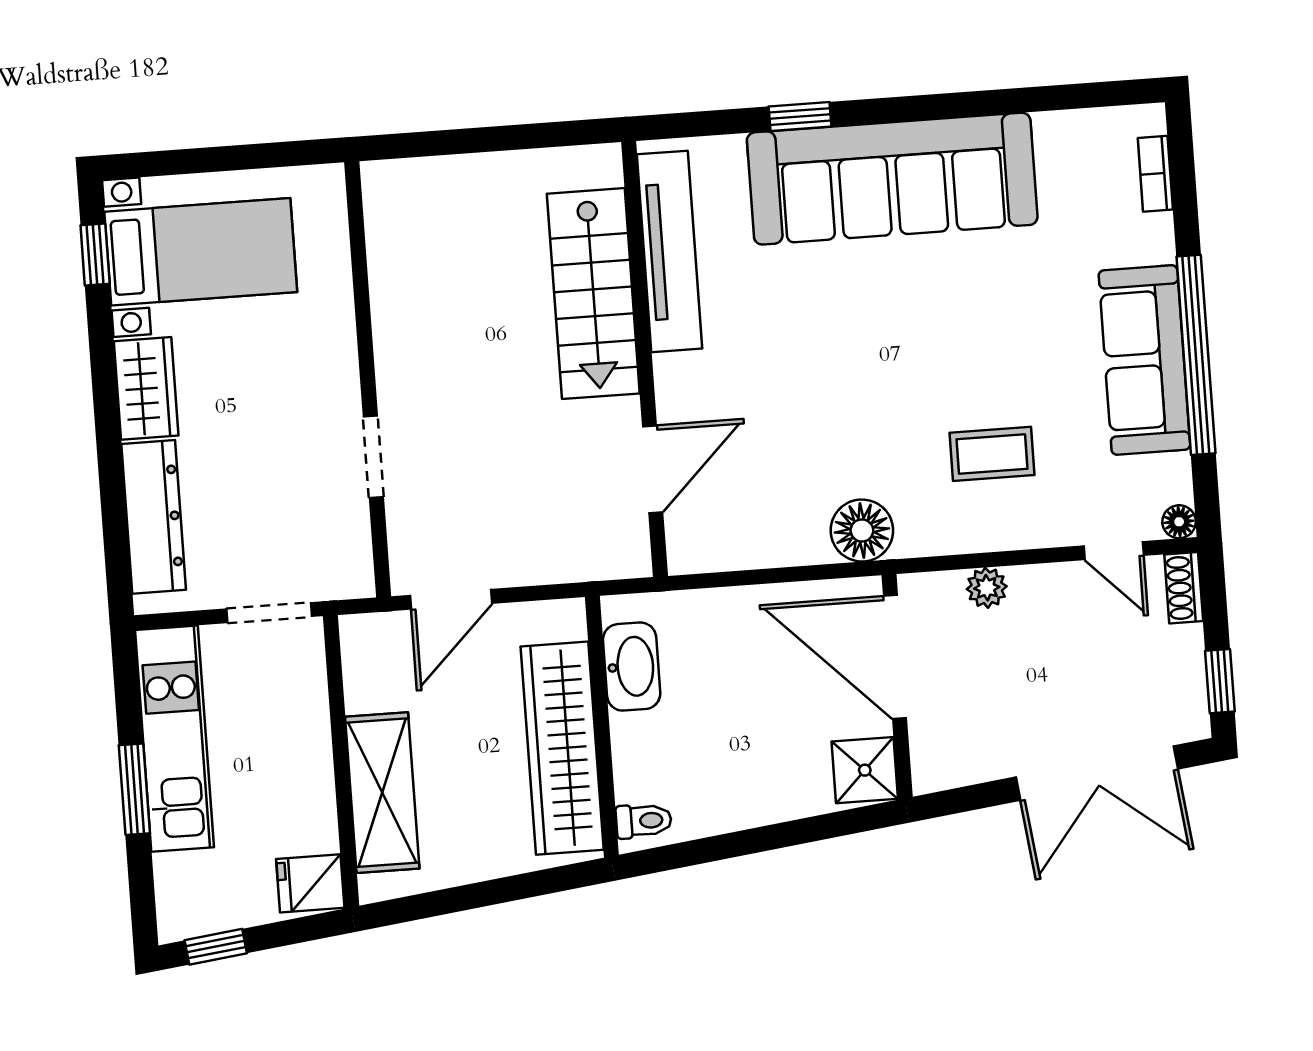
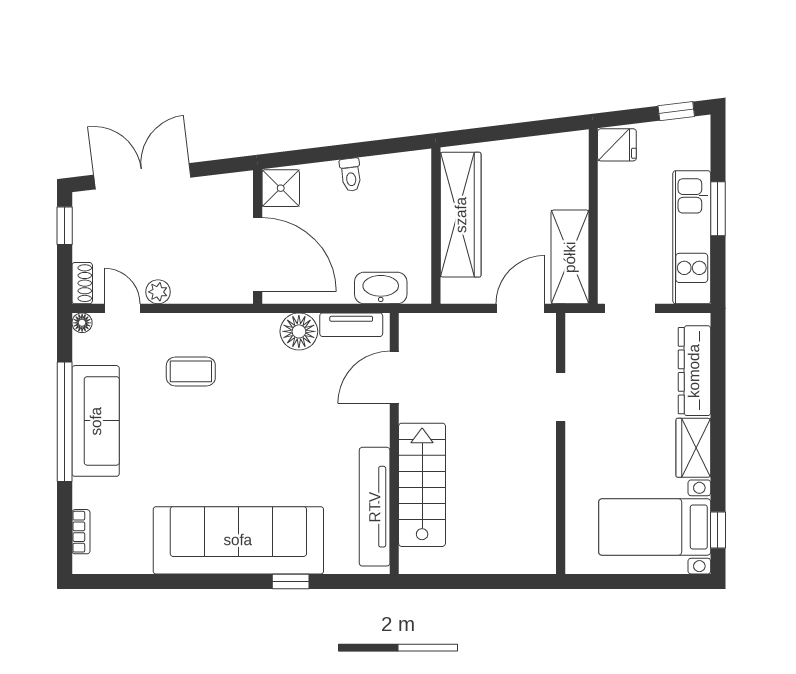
floor lamp: (862, 531) -> (299, 331), moved
tv unit: (731, 551) -> (351, 325), added
plant: (987, 588) -> (158, 292), moved
washbasin: (632, 667) -> (381, 288), moved, turned 90
shelving: (382, 793) -> (570, 257), moved
toilet: (644, 821) -> (351, 175), moved, turned -97

